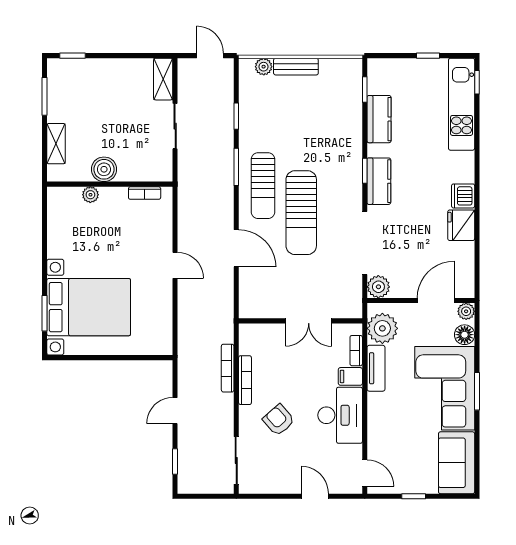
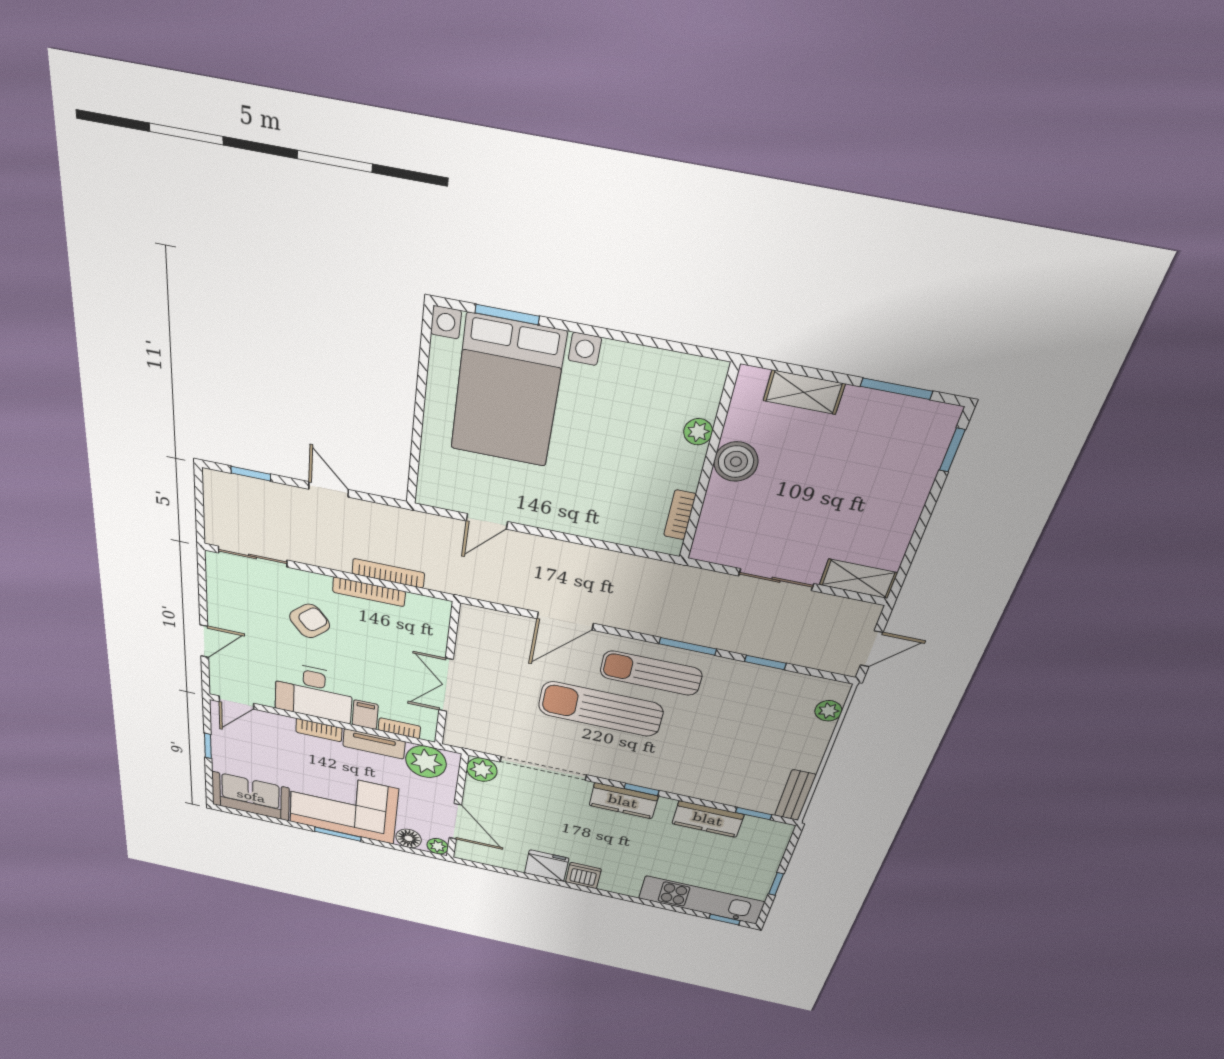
bench: (296, 67) -> (795, 795), moved
door: (175, 265) -> (487, 521), moved
bookcase: (374, 410) -> (319, 730), added

